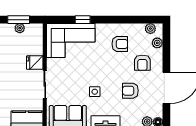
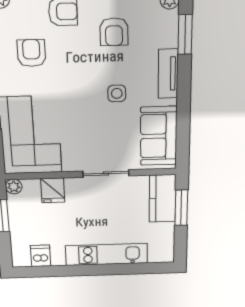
plant: (20, 28) -> (14, 187), moved
fridge: (35, 63) -> (53, 190), moved

